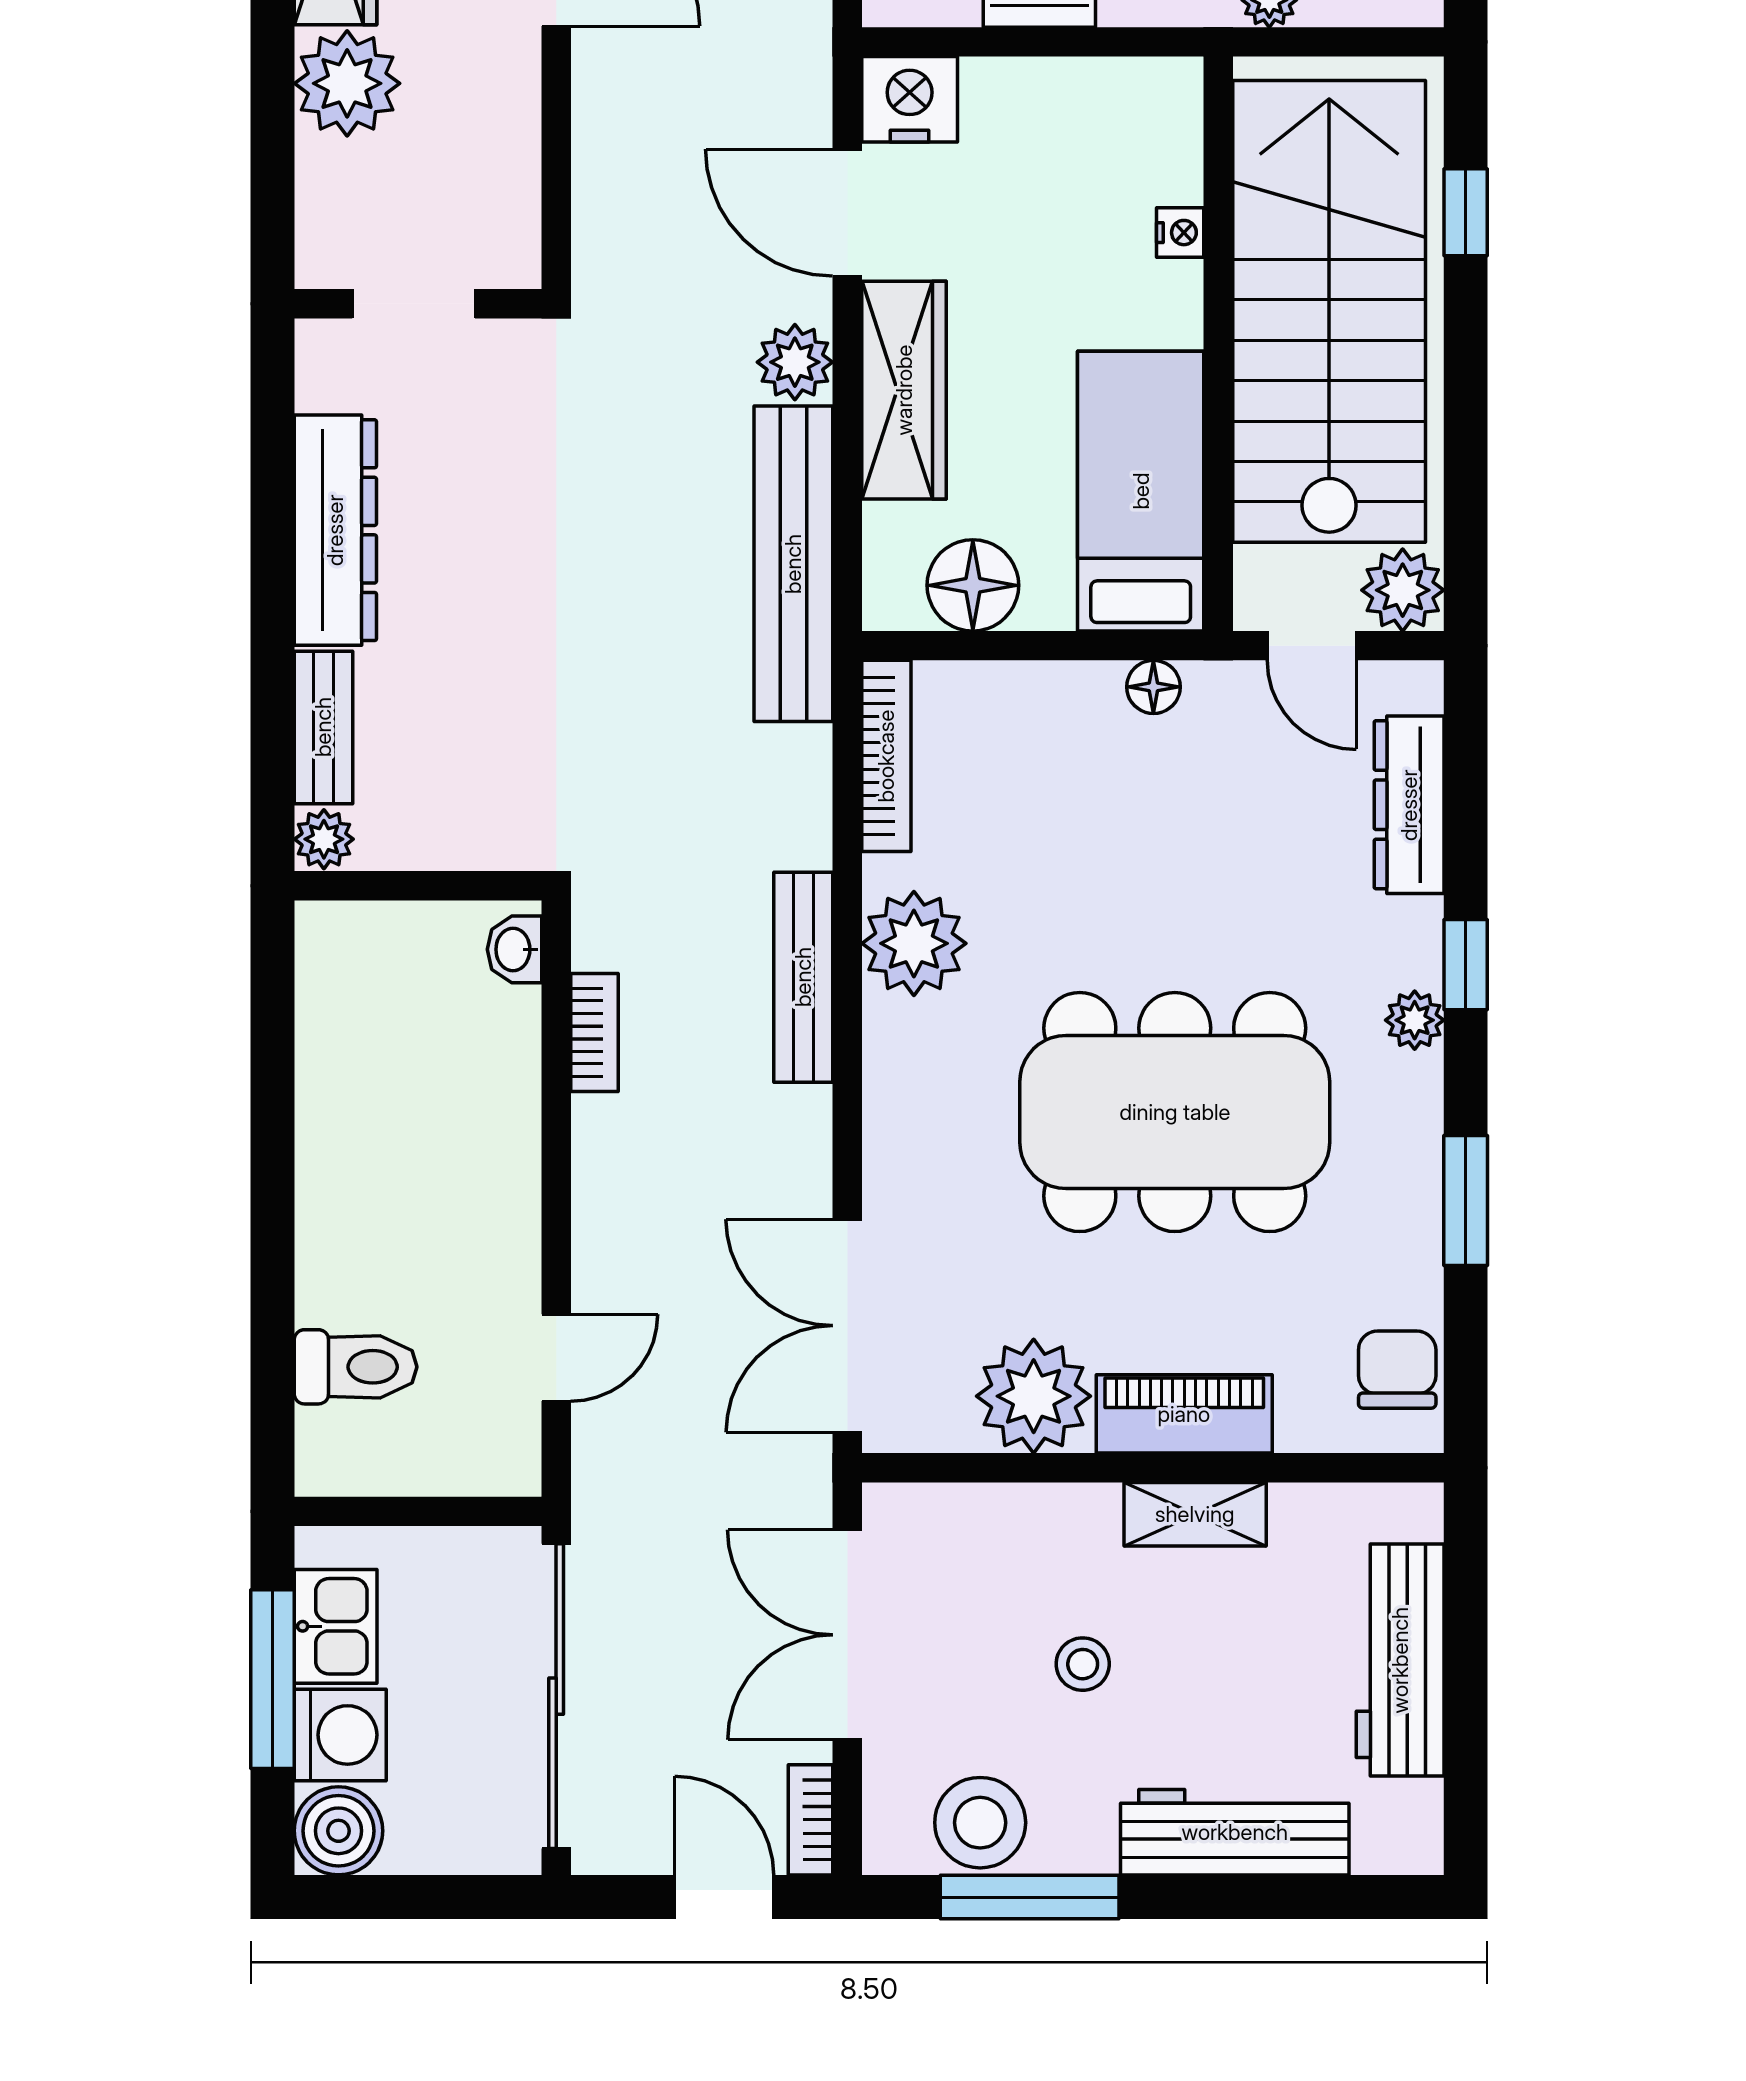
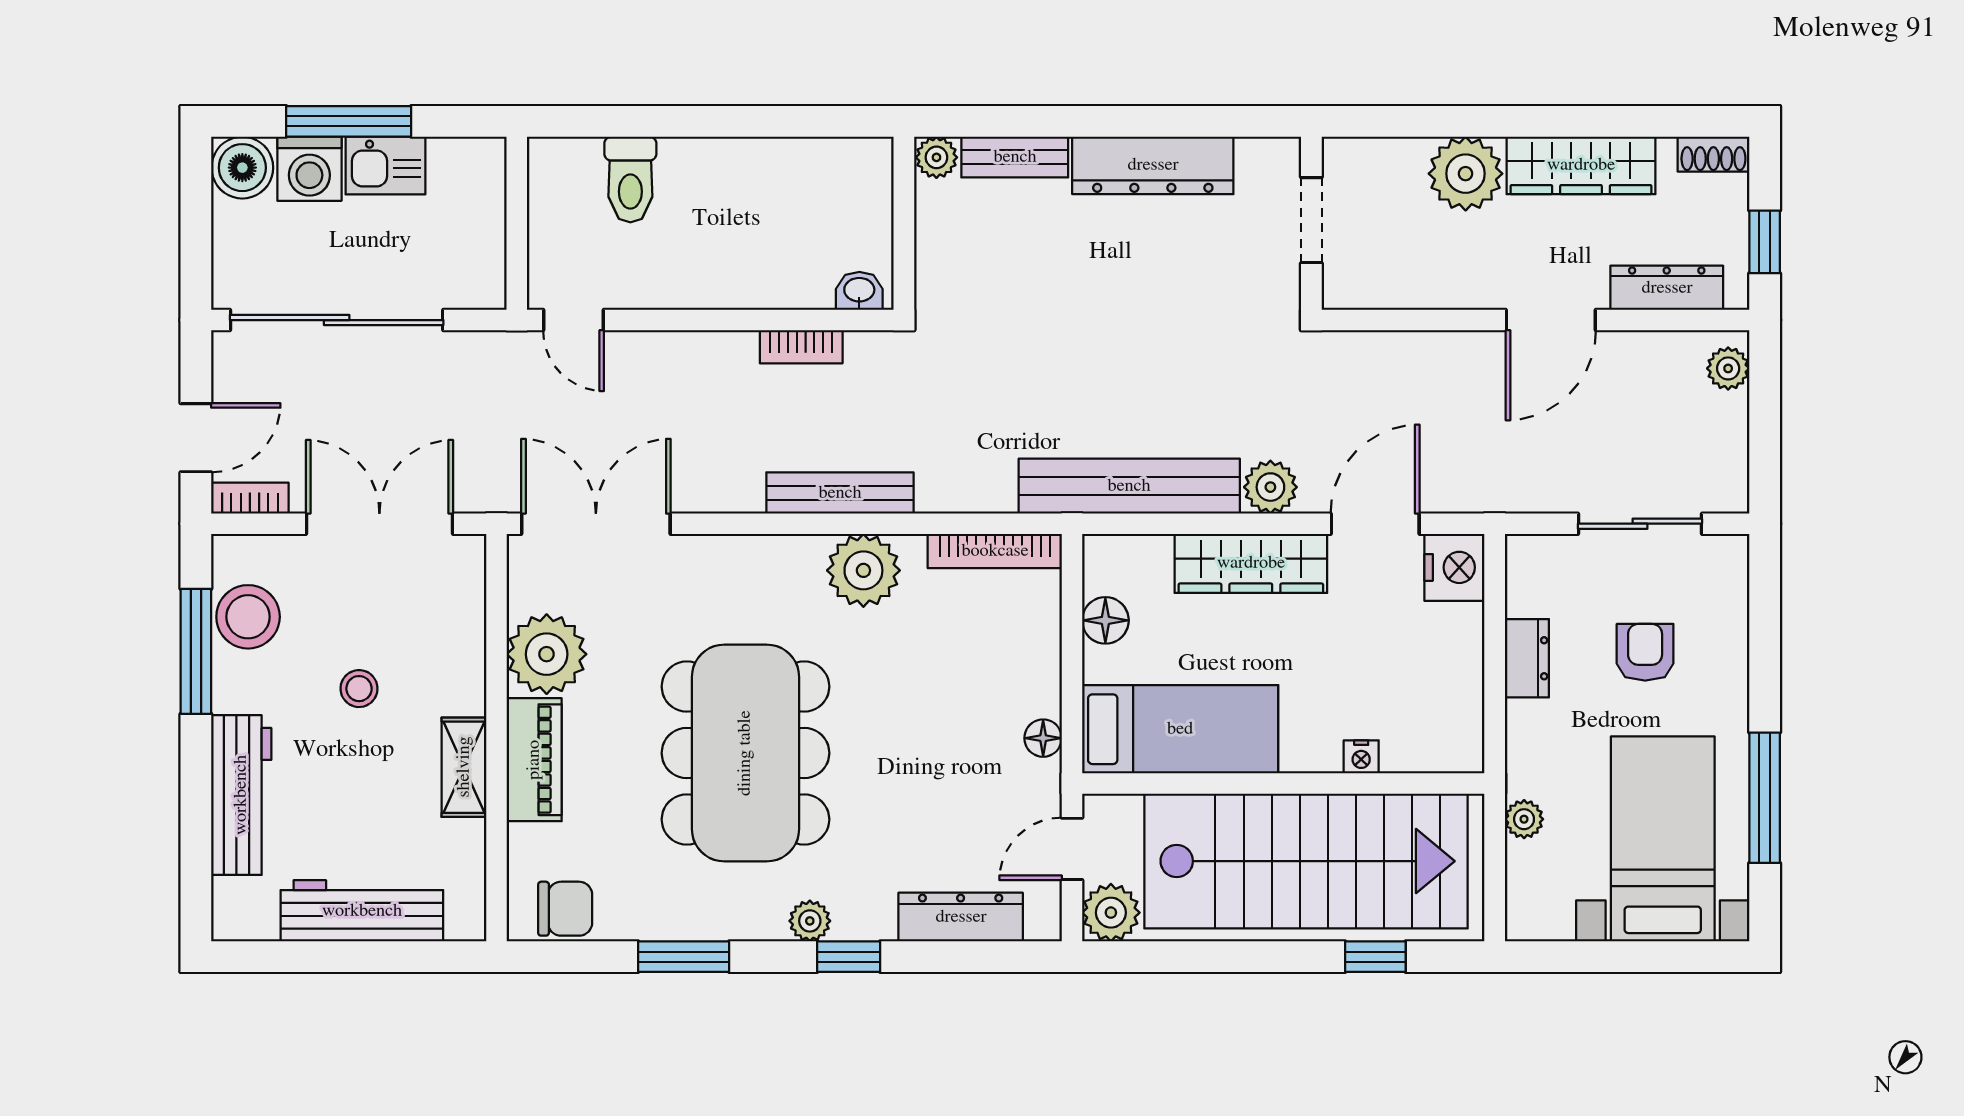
floor lamp: (973, 585) -> (1105, 620), width x0.73, depth x0.73
toilet: (356, 1367) -> (630, 180), moved
wall: (418, 1511) -> (517, 223), moved

